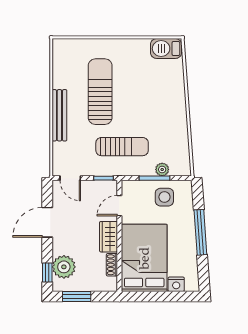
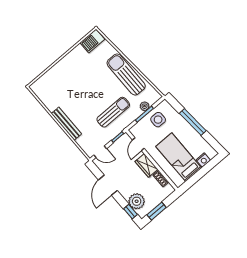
sun lounger: (100, 92) -> (126, 75), moved
bed: (144, 258) -> (179, 157), width x0.67

